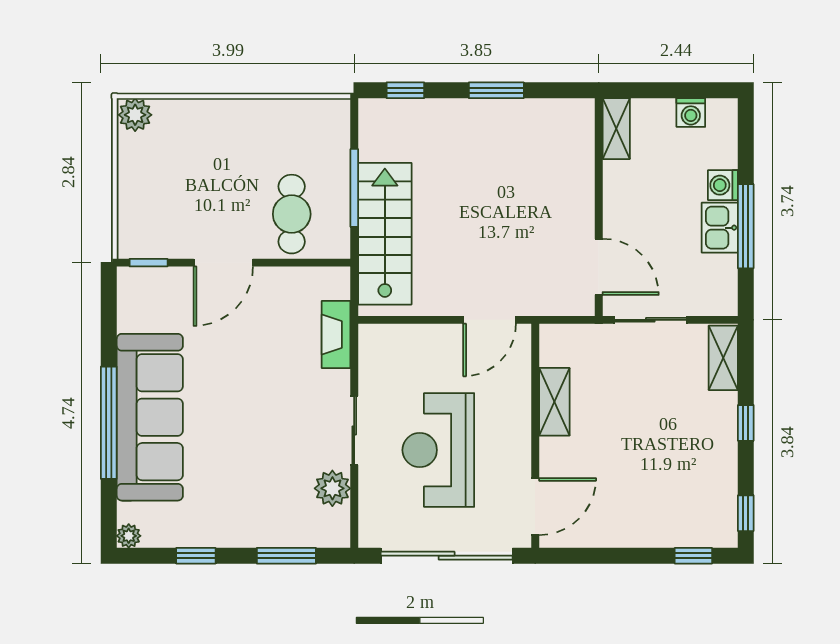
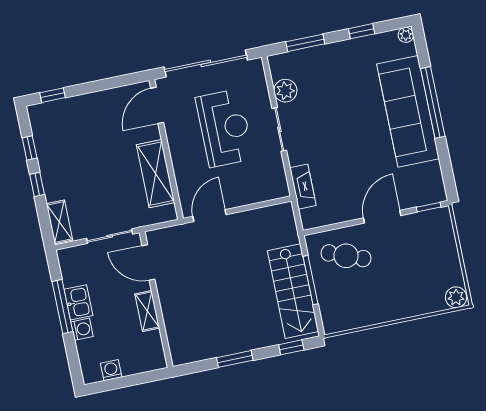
shelving: (616, 129) -> (147, 311), moved
cafe table: (292, 214) -> (346, 256), turned -69
stairs: (385, 234) -> (293, 291), moved
shelving: (554, 402) -> (156, 174), width x1.50, depth x1.33
window: (746, 513) -> (30, 148), moved

